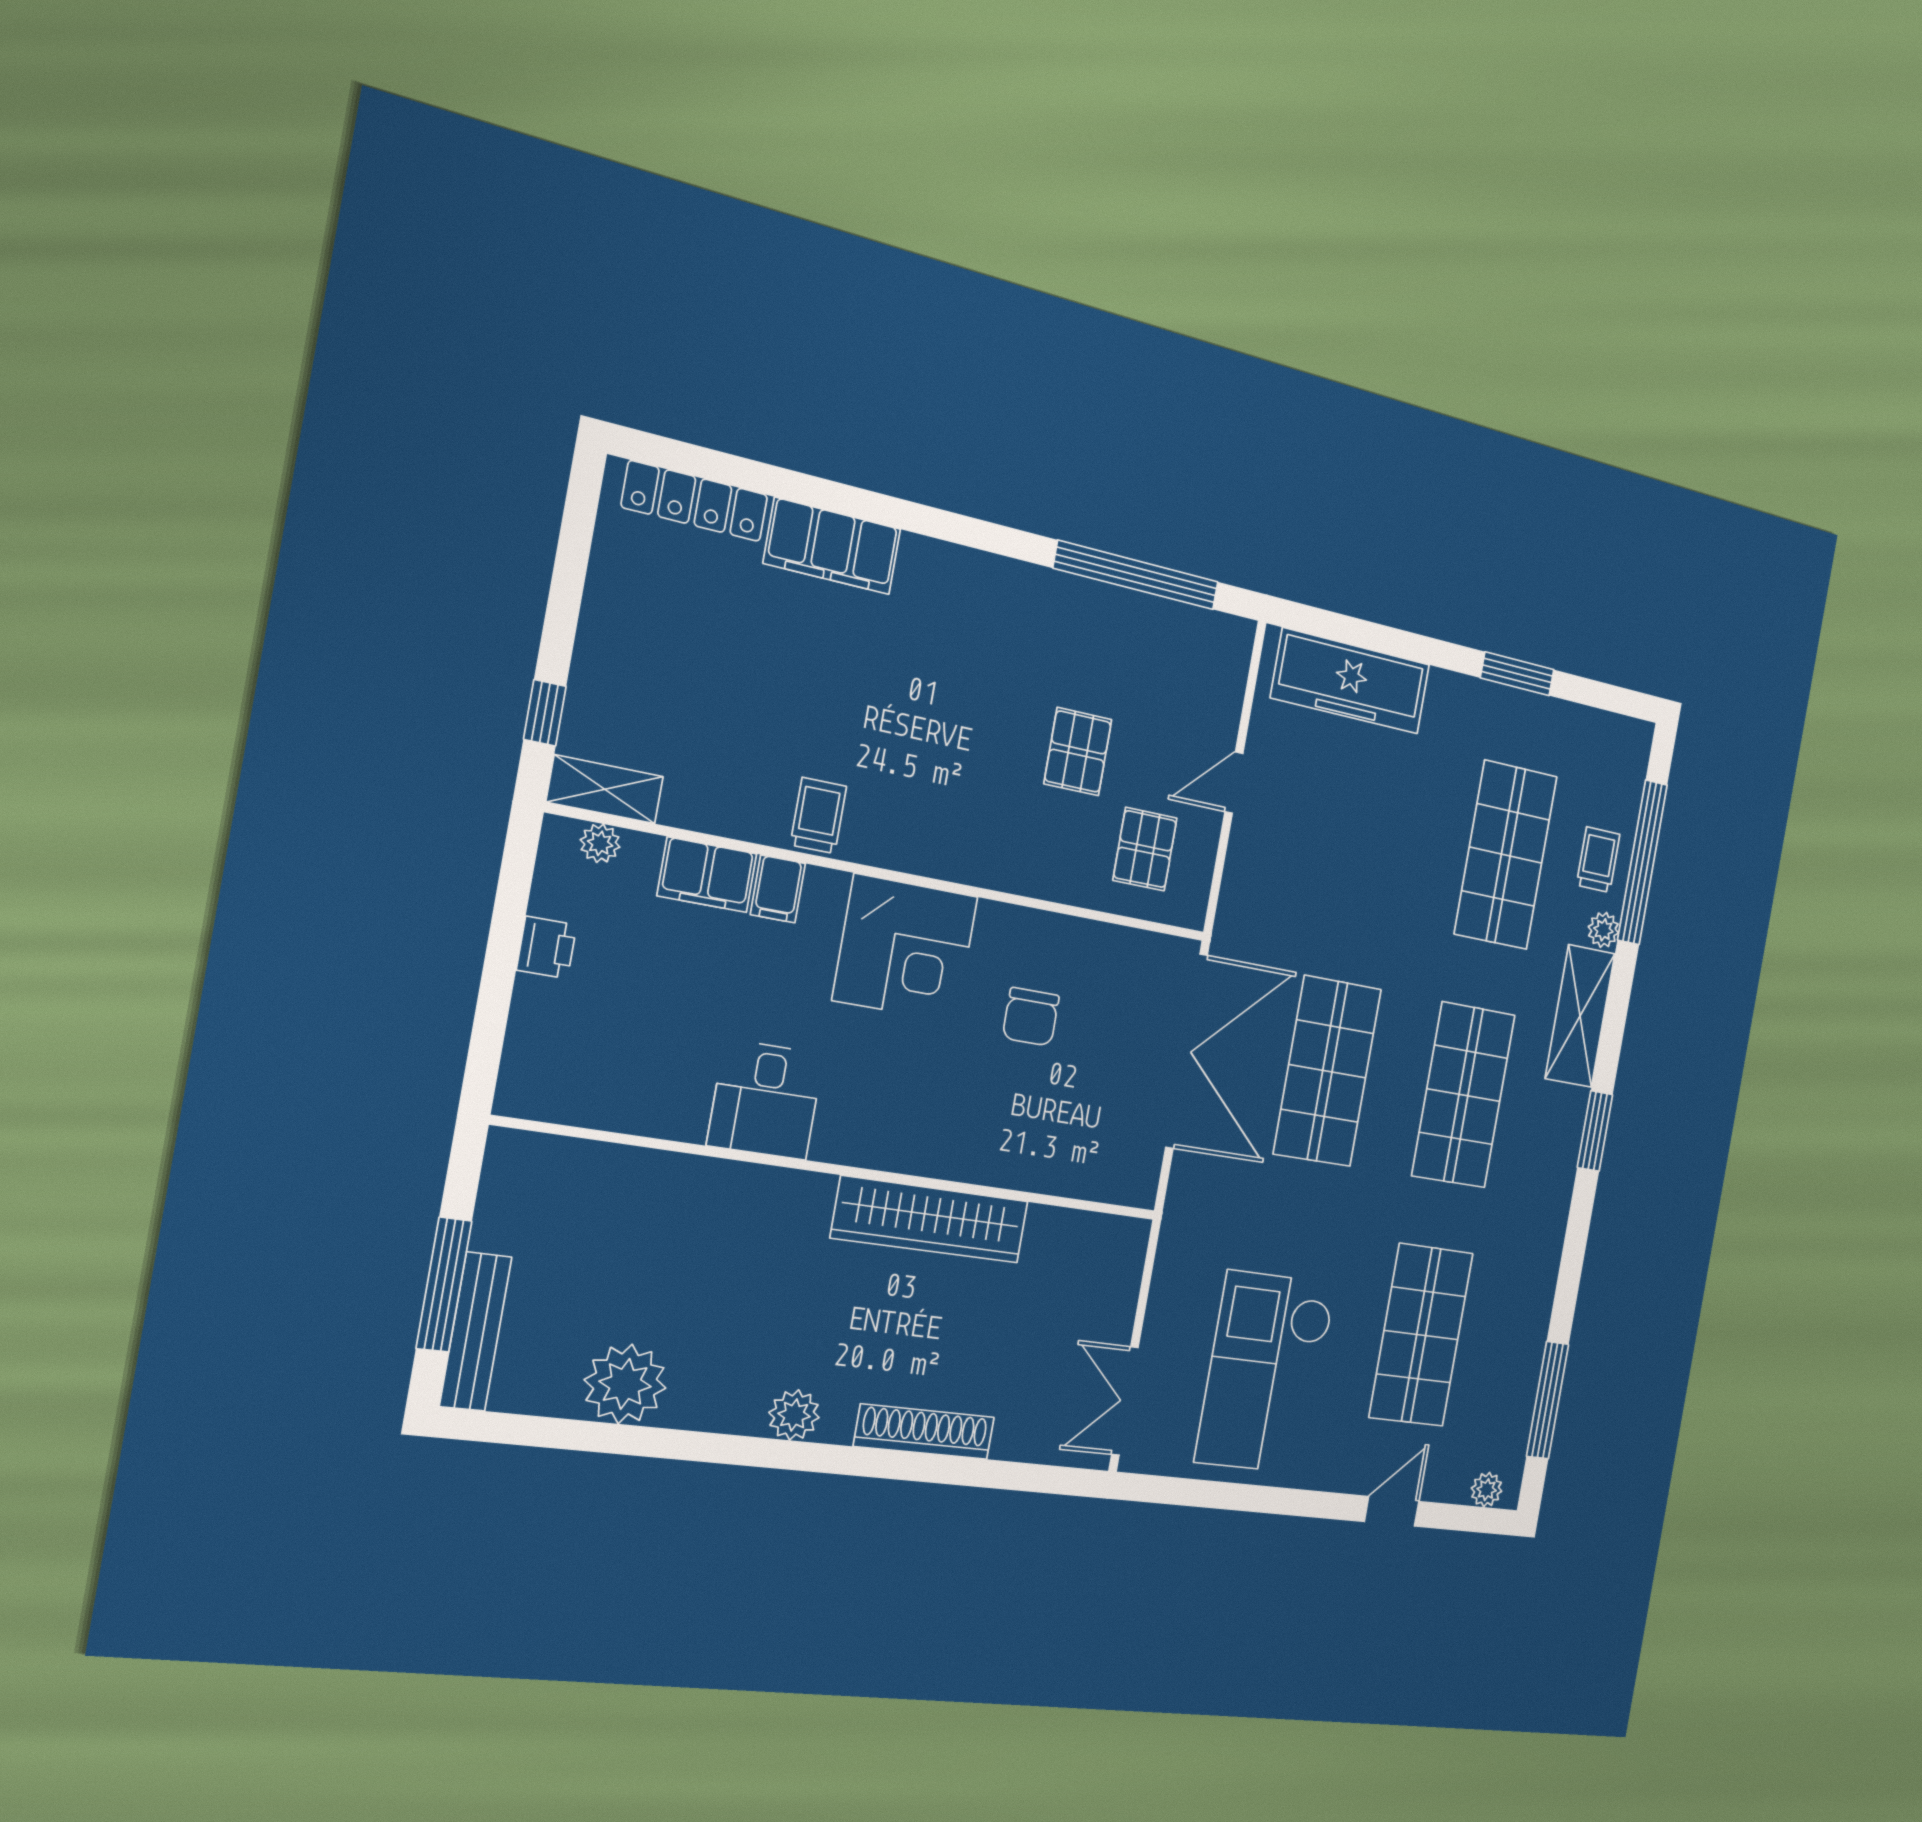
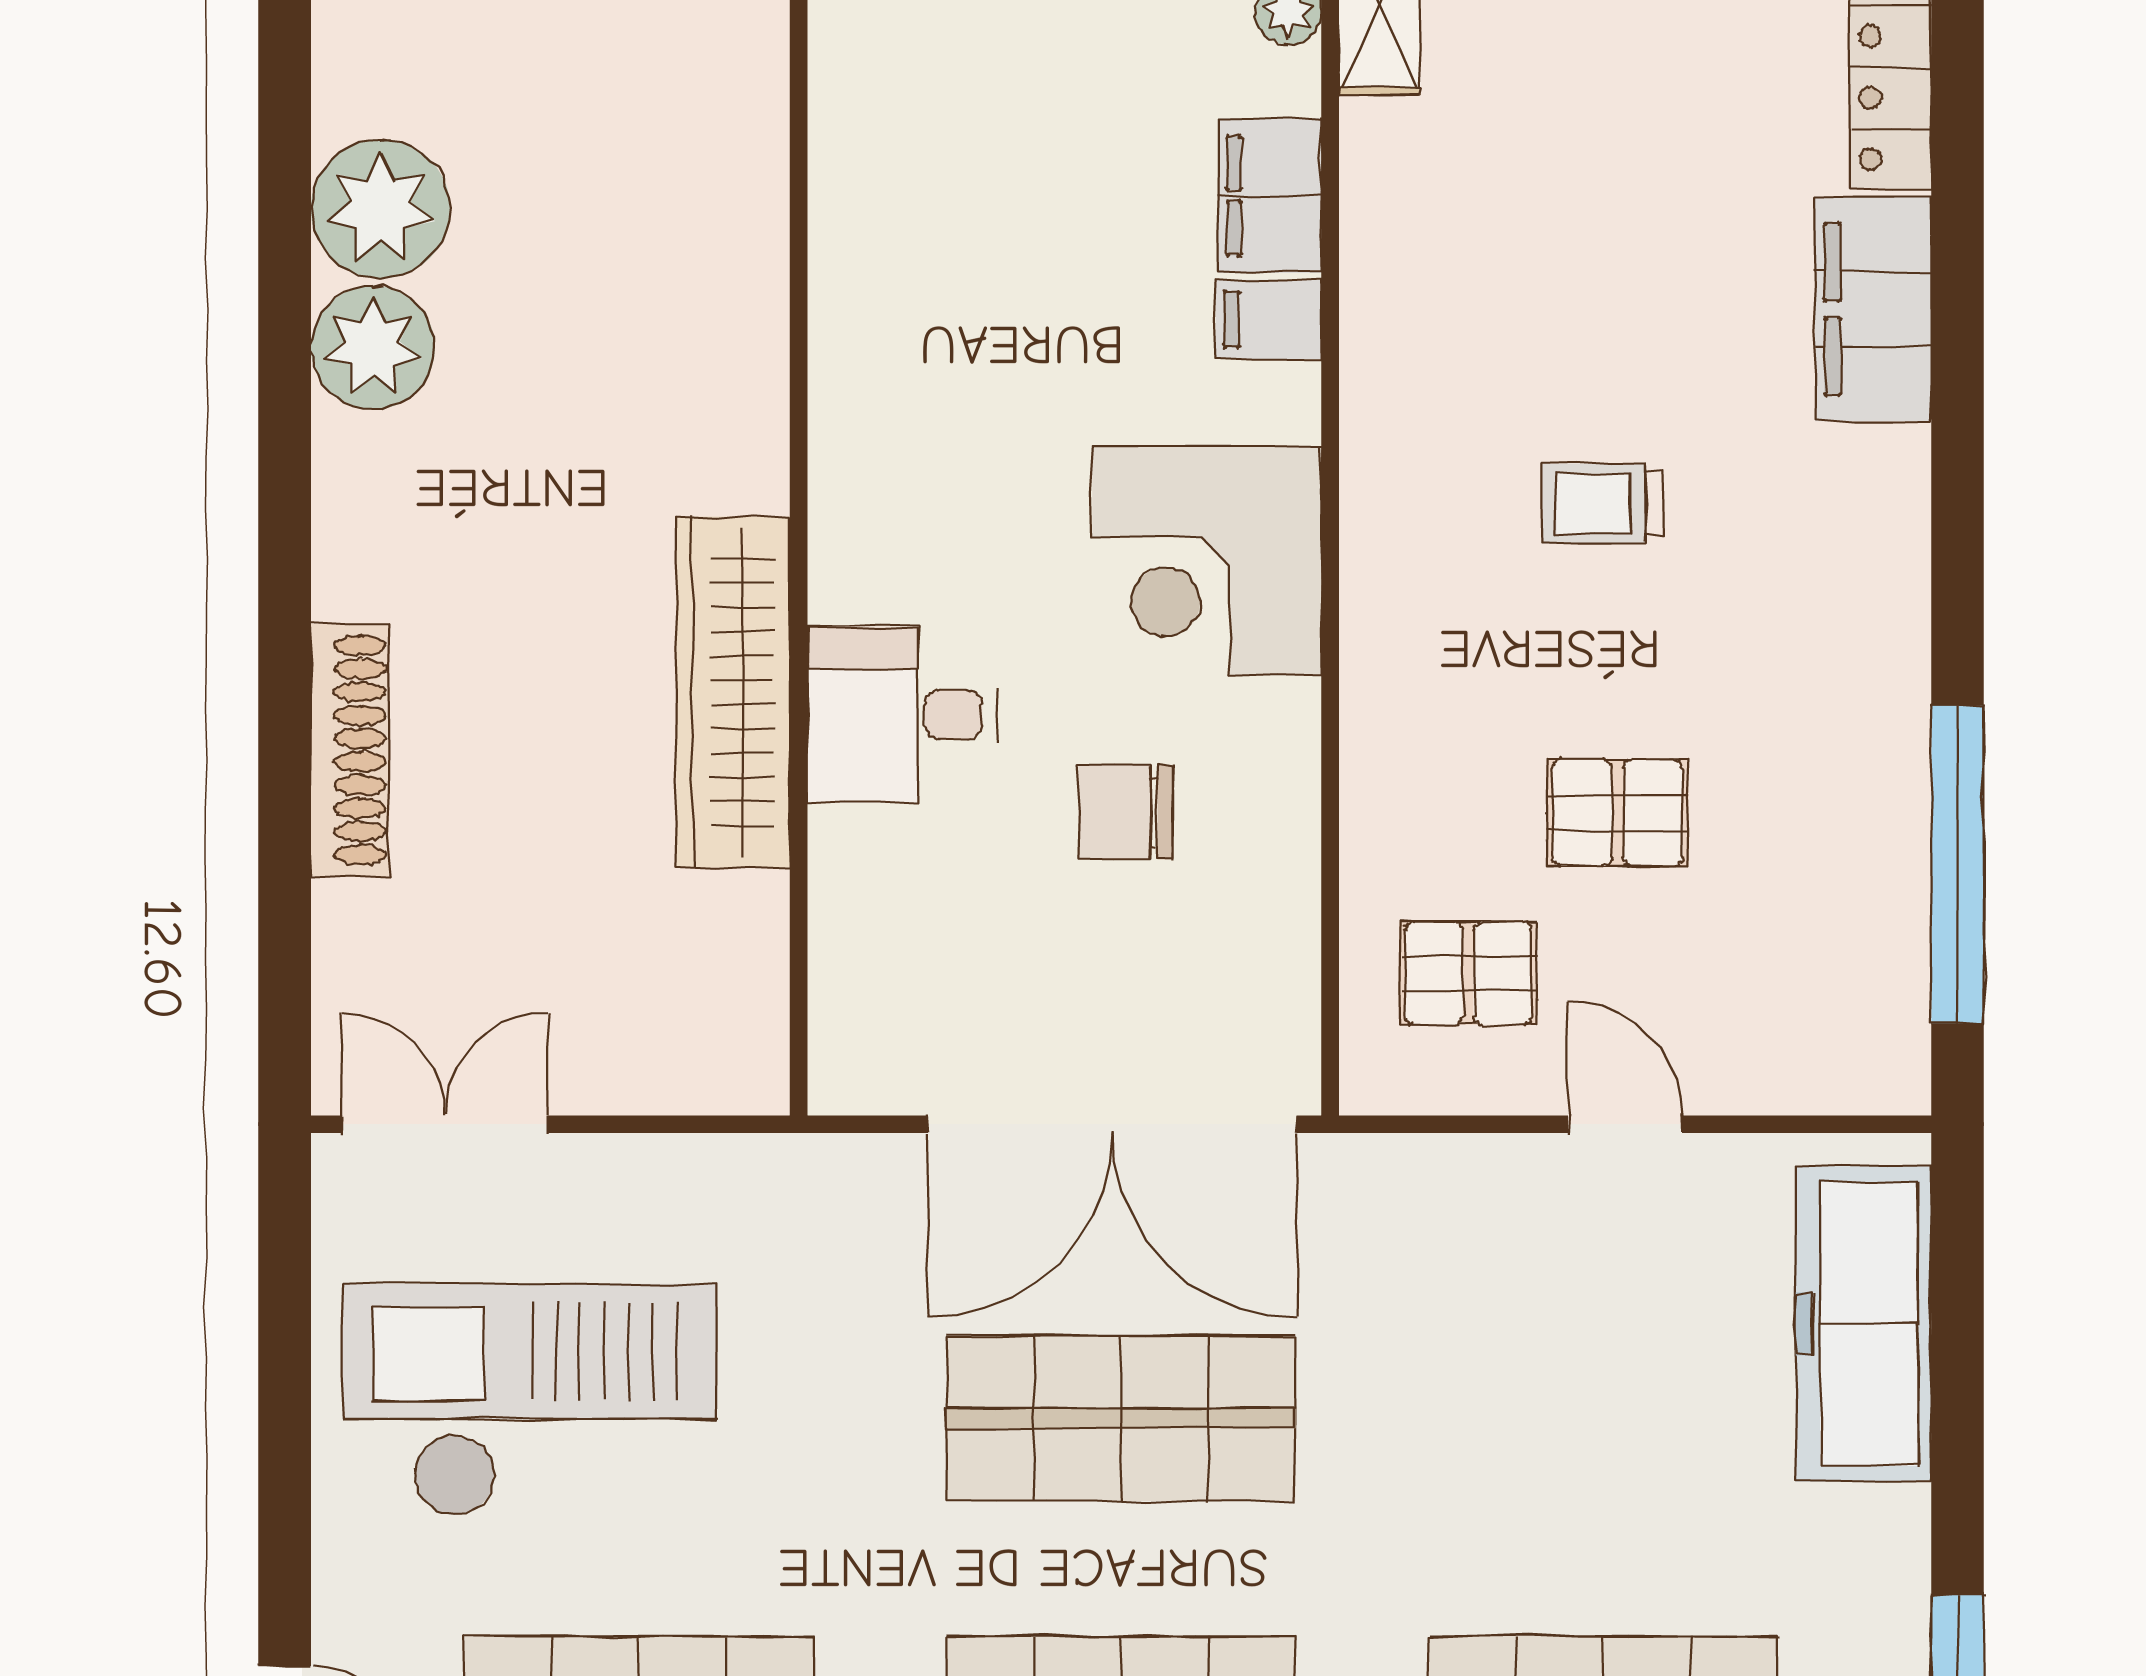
trolley: (818, 816) -> (1602, 504), moved, turned 180
desk: (766, 1100) -> (902, 715), moved
plant: (794, 1415) -> (373, 348), moved, width x1.36, depth x1.36

